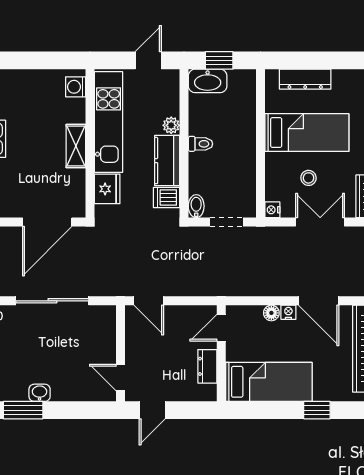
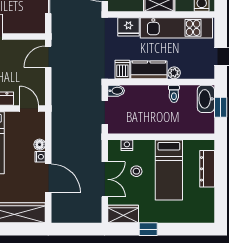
toilet: (201, 144) -> (174, 94), moved
nightstand: (272, 210) -> (127, 145), moved
door: (319, 301) -> (48, 178), swing flipped

